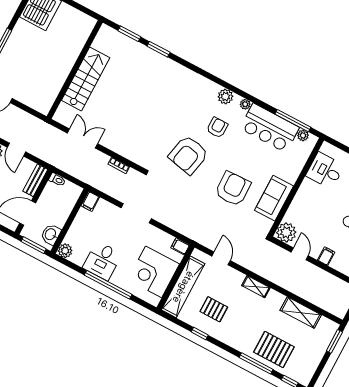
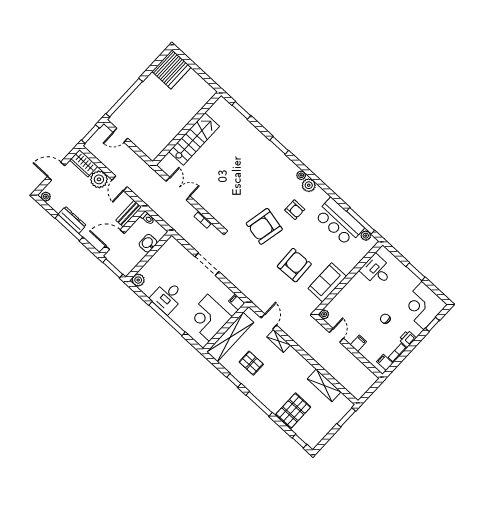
window: (159, 49) -> (279, 145), moved
plant: (245, 104) -> (301, 175), moved
armchair: (217, 128) -> (295, 210), turned 90
filing cabinet: (90, 201) -> (171, 244), removed
plant: (286, 232) -> (324, 314), width x0.53, depth x0.53
washbasin: (51, 234) -> (148, 243), moved
shelving: (256, 287) -> (279, 341), moved
pallet: (274, 349) -> (293, 411), turned 90
window: (256, 363) -> (259, 404), moved

